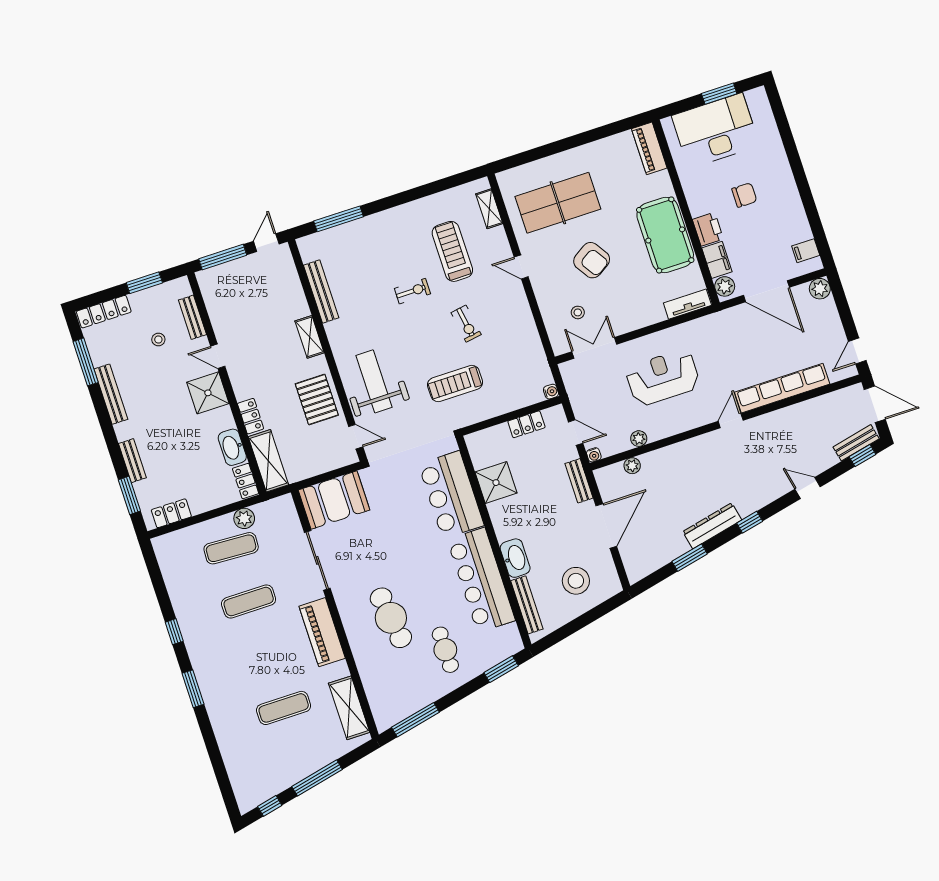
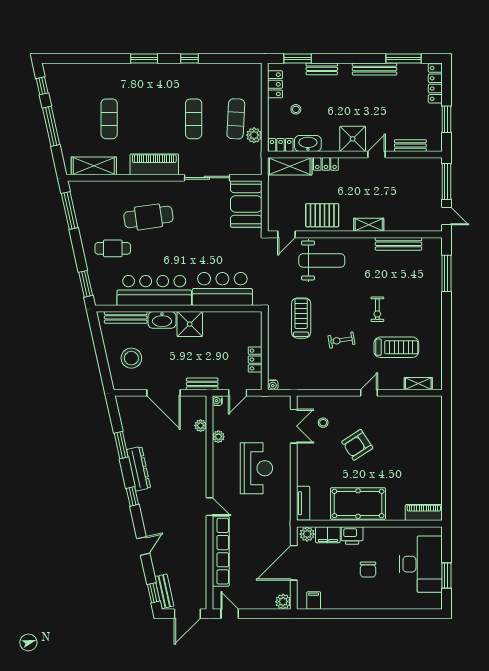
table tennis table: (558, 203) -> (406, 434), removed
stool: (158, 339) -> (296, 109), moved
shower: (496, 483) -> (190, 324), moved

